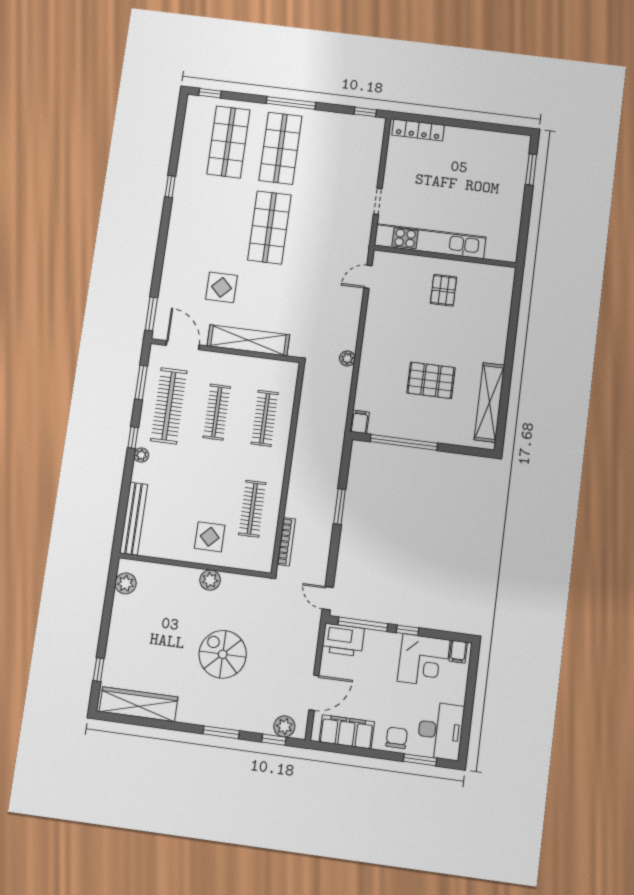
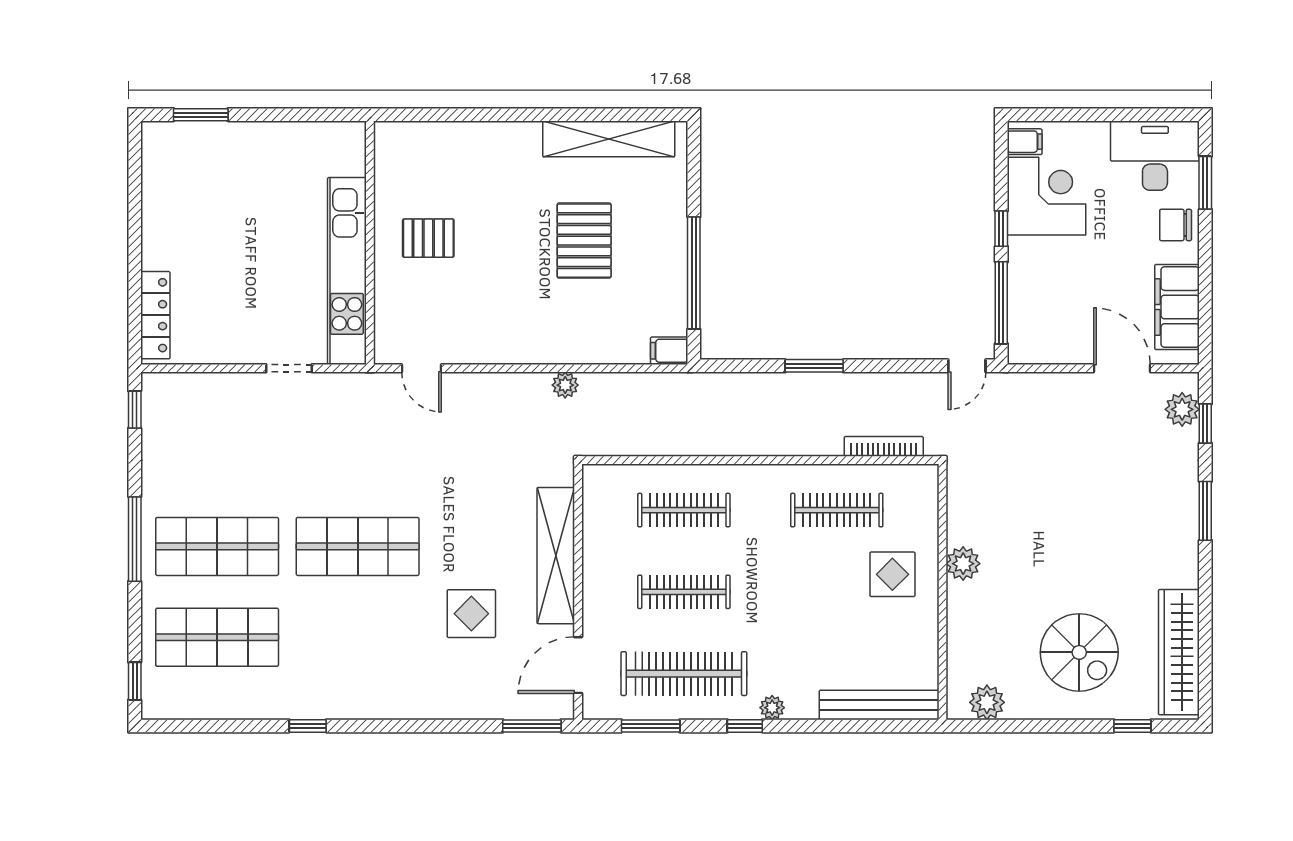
printer: (343, 640) -> (1031, 332), removed
spiral stairs: (223, 654) -> (1079, 652), moved, turned -90

